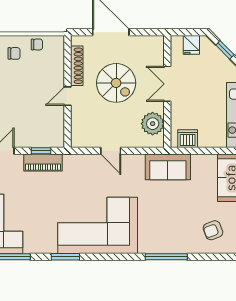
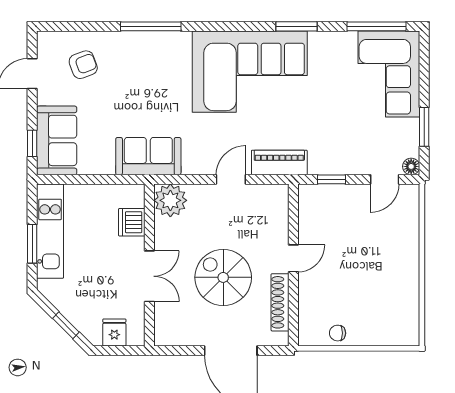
chair: (14, 53) -> (370, 320), removed
plant: (153, 124) -> (170, 200), moved
dishwasher: (188, 139) -> (132, 222), moved, turned 90
door: (111, 151) -> (231, 179), hinge flipped
piano: (43, 163) -> (279, 162), moved

